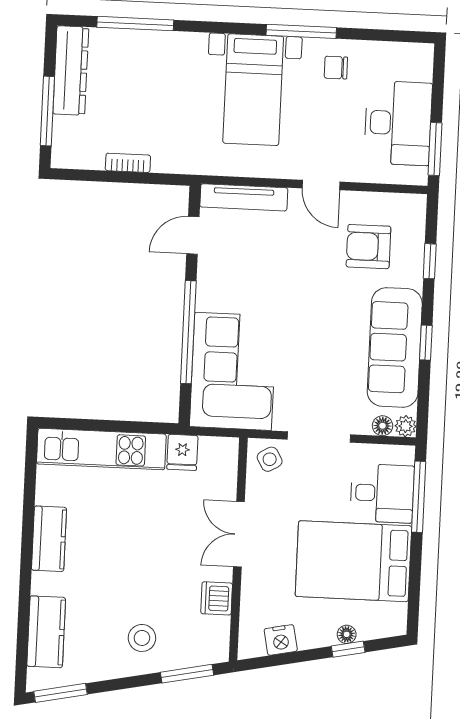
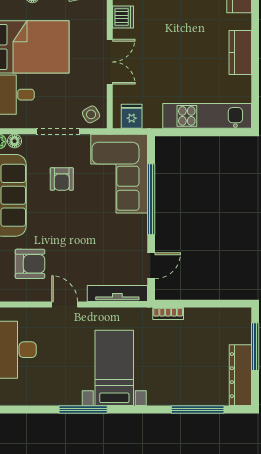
chair: (336, 68) -> (58, 386), removed
bookcase: (128, 163) -> (168, 314), moved
armchair: (317, 367) -> (62, 179), added
fridge: (182, 452) -> (132, 116), moved

